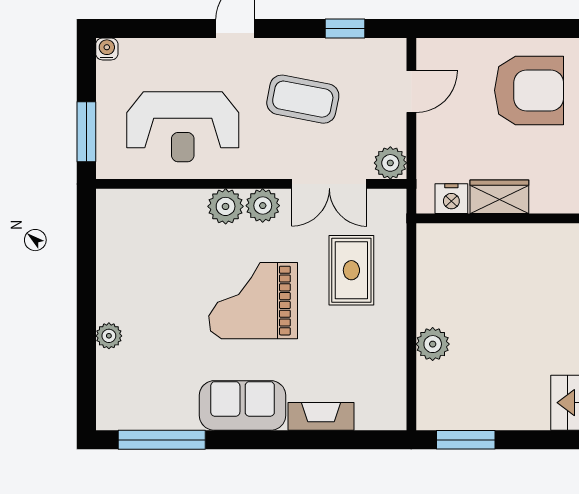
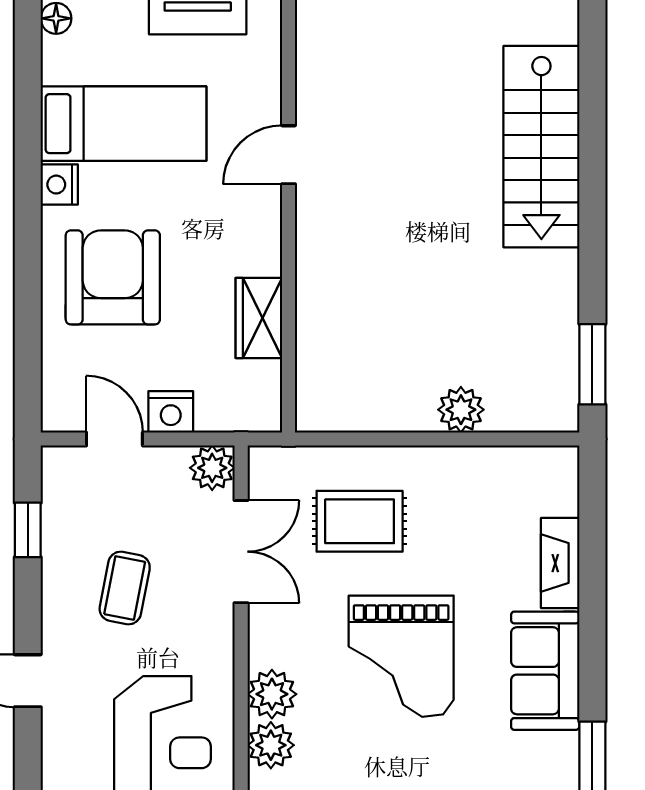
coffee table: (303, 99) -> (125, 588), width x0.73, depth x0.77
nightstand: (451, 199) -> (171, 412), moved, turned 90
plant: (263, 206) -> (271, 745), moved

